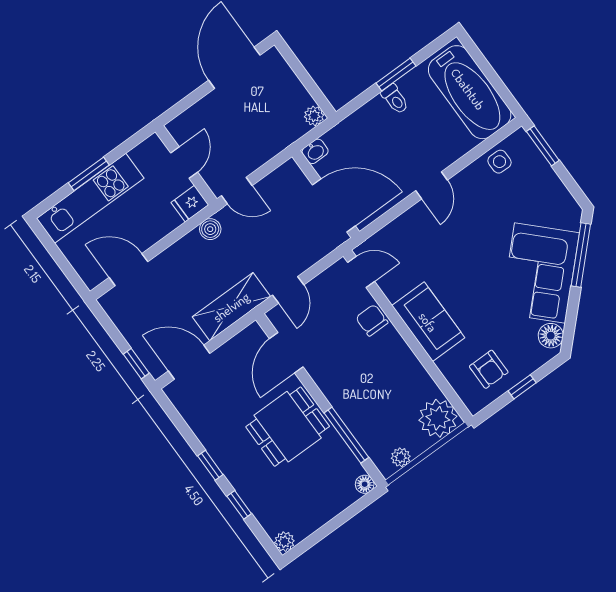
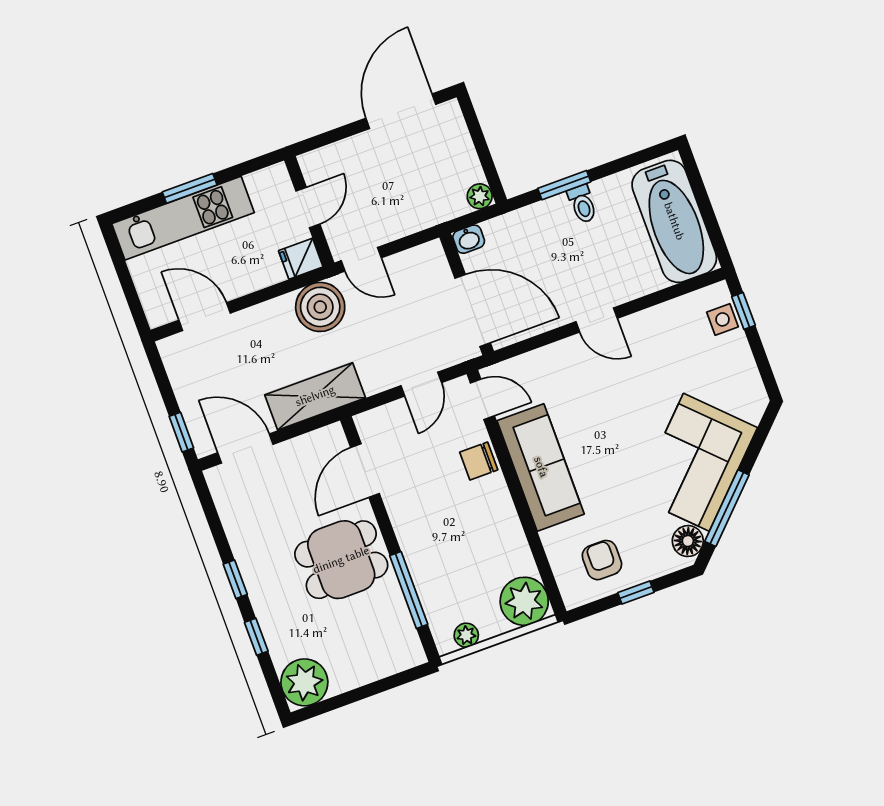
window: (396, 75) -> (564, 185), moved
window: (543, 146) -> (743, 311), width x0.67
side table: (499, 162) -> (722, 319), moved
door: (432, 185) -> (597, 320), hinge flipped
boiler: (210, 229) -> (320, 307), width x1.86, depth x1.86
window: (581, 255) -> (727, 508), moved
door: (288, 290) -> (421, 384), moved
chair: (372, 320) -> (479, 461), turned -90
sofa: (428, 322) -> (541, 467), width x1.36
armchair: (489, 369) -> (602, 560), turned 180
floor lamp: (365, 484) -> (414, 655), removed
plant: (284, 542) -> (304, 682), width x1.87, depth x1.87

